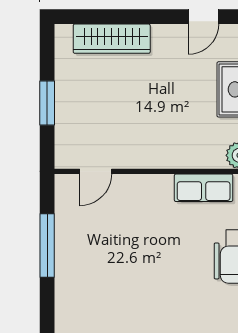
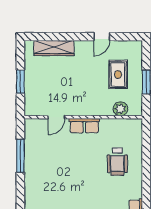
door: (96, 171) -> (56, 117), moved
row of seats: (204, 188) -> (84, 126), moved

